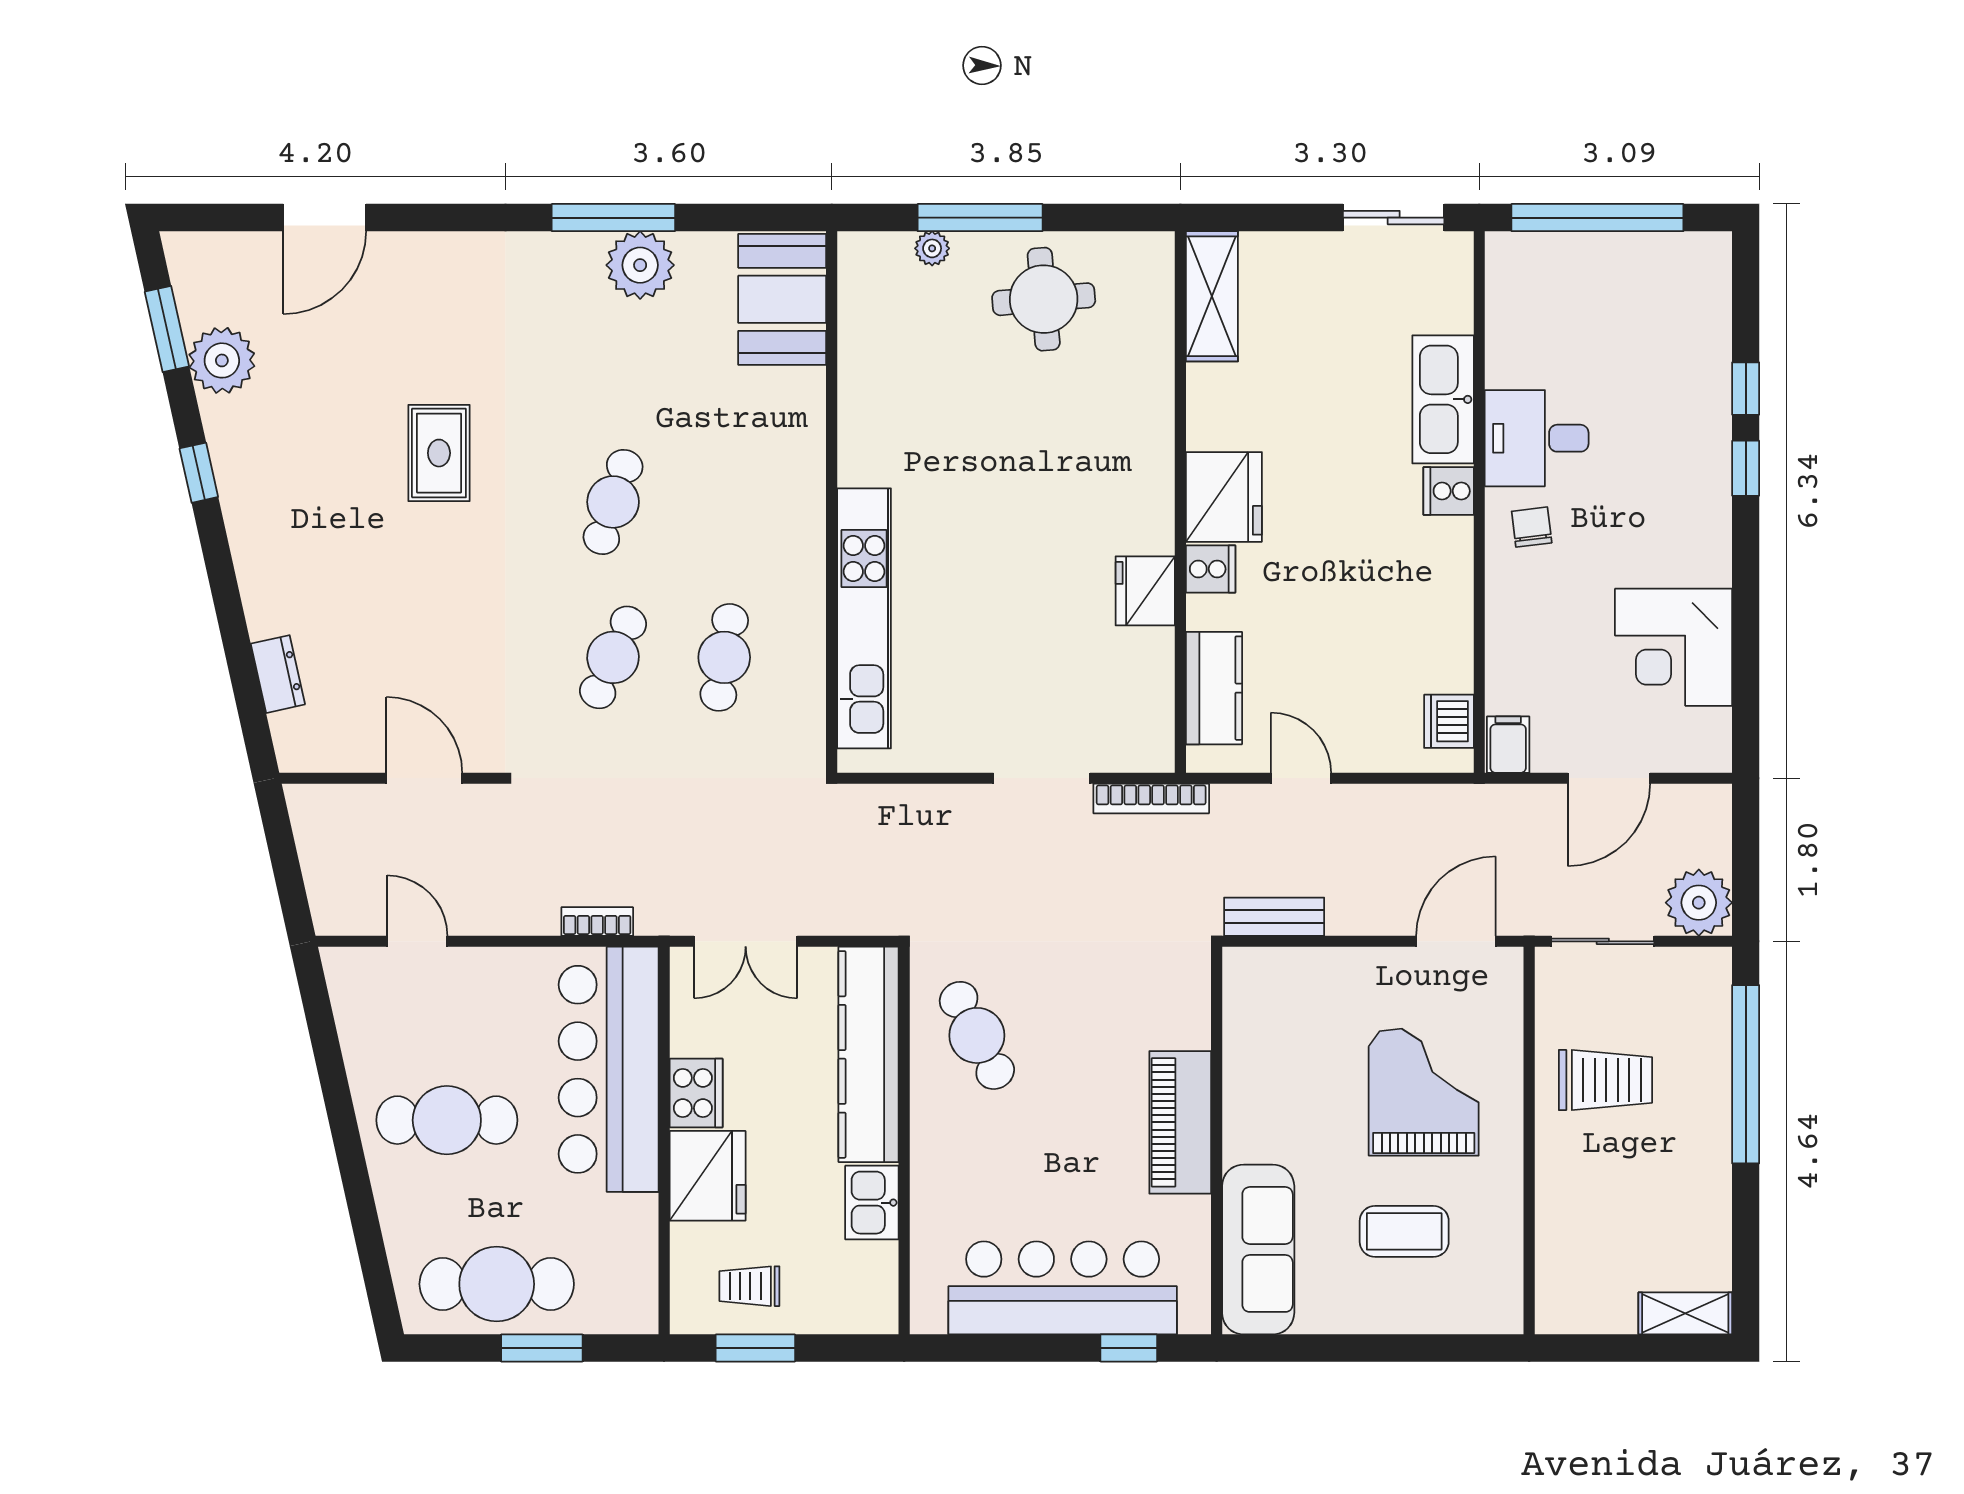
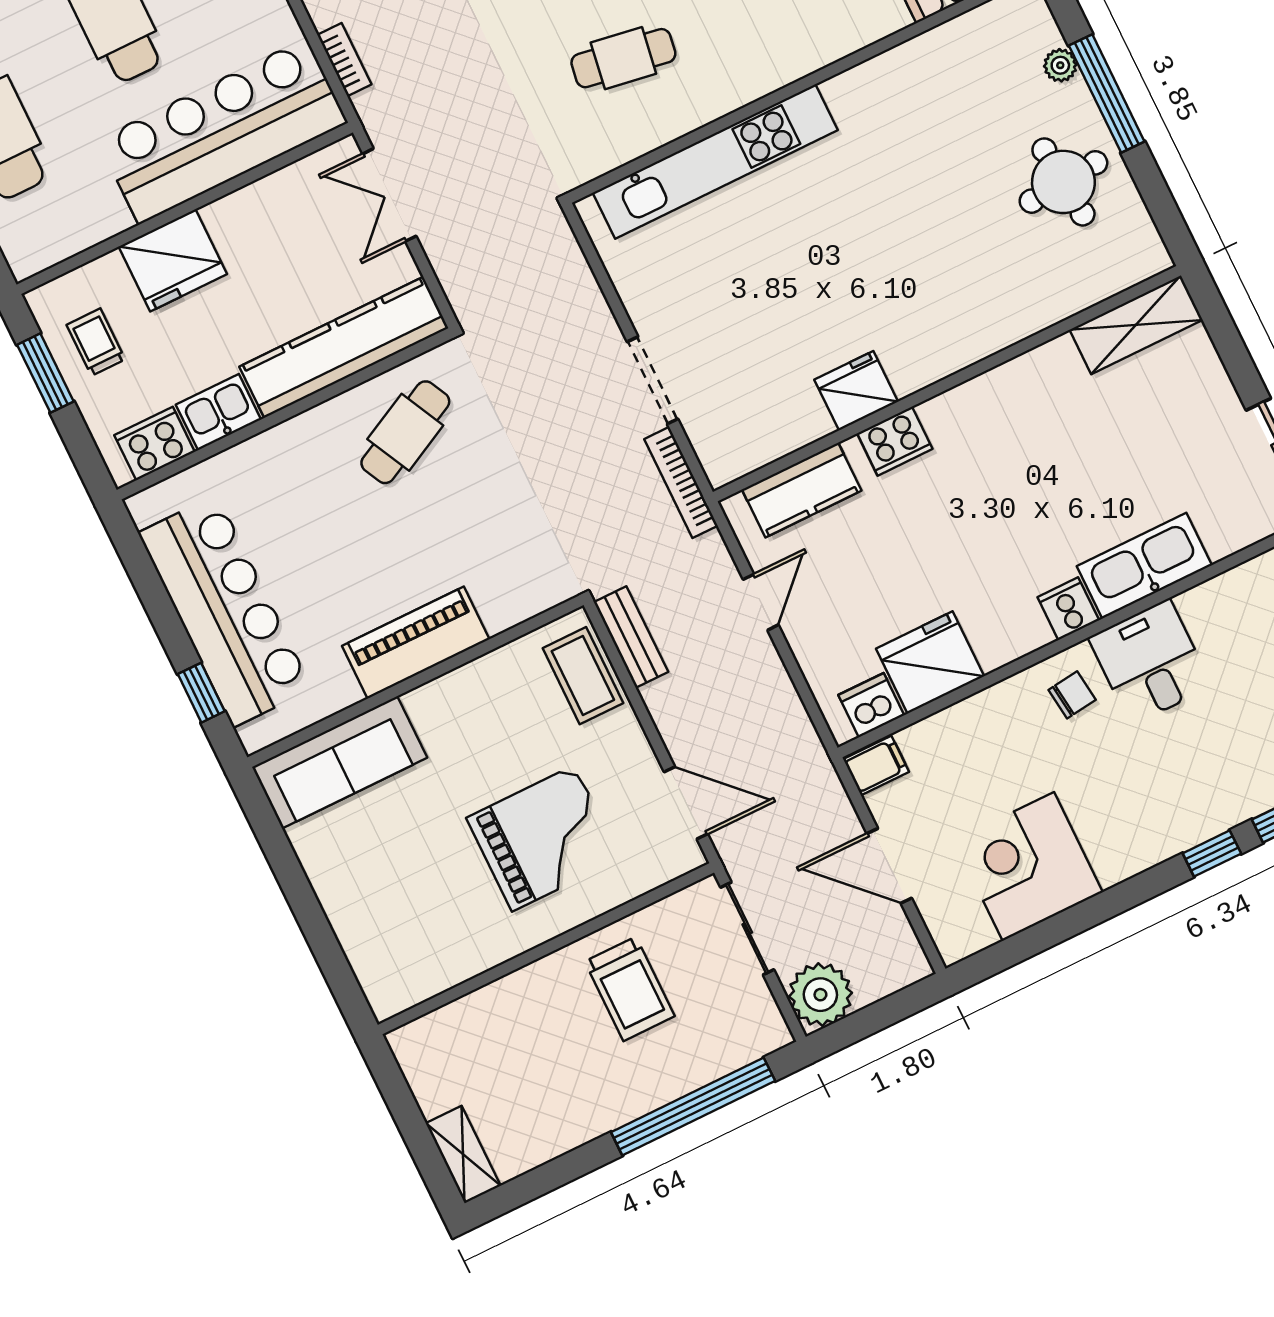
fridge: (1224, 497) -> (930, 663), moved, turned 180
cooker: (1211, 569) -> (895, 441), width x1.36
cooker: (696, 1093) -> (155, 444), moved, turned 180
coffee table: (1404, 1231) -> (583, 676), moved

